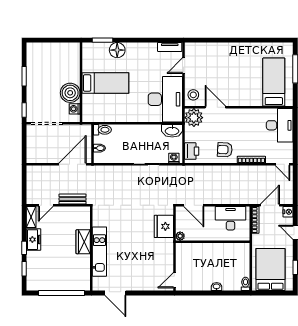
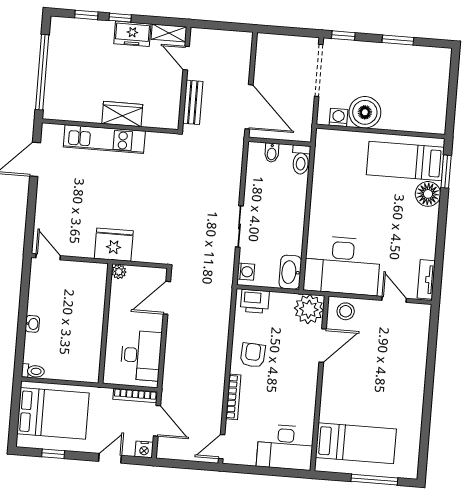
bed: (105, 83) -> (405, 161), moved, turned 90
fridge: (164, 226) -> (114, 245), moved

